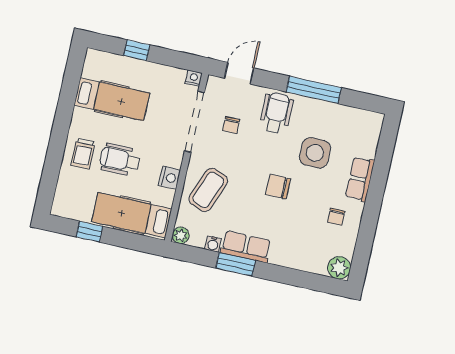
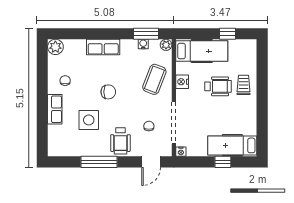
hospital bed: (112, 99) -> (232, 145), moved
row of seats: (246, 247) -> (103, 47), moved
window: (236, 264) -> (146, 34), moved

